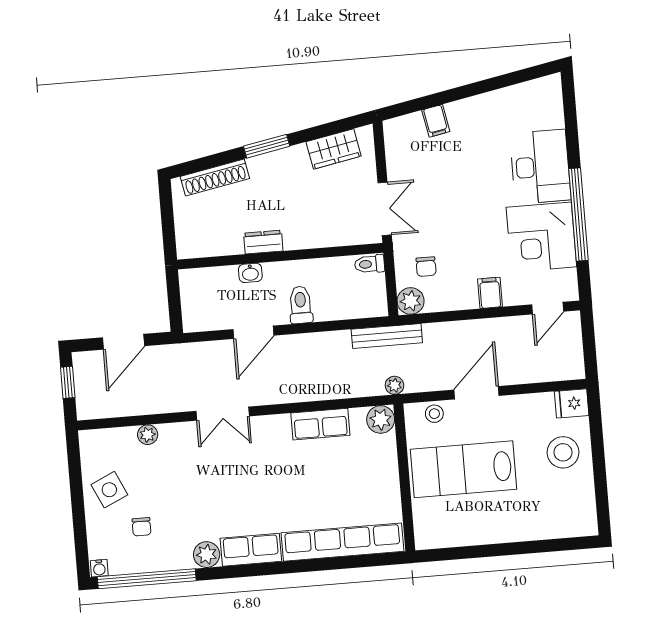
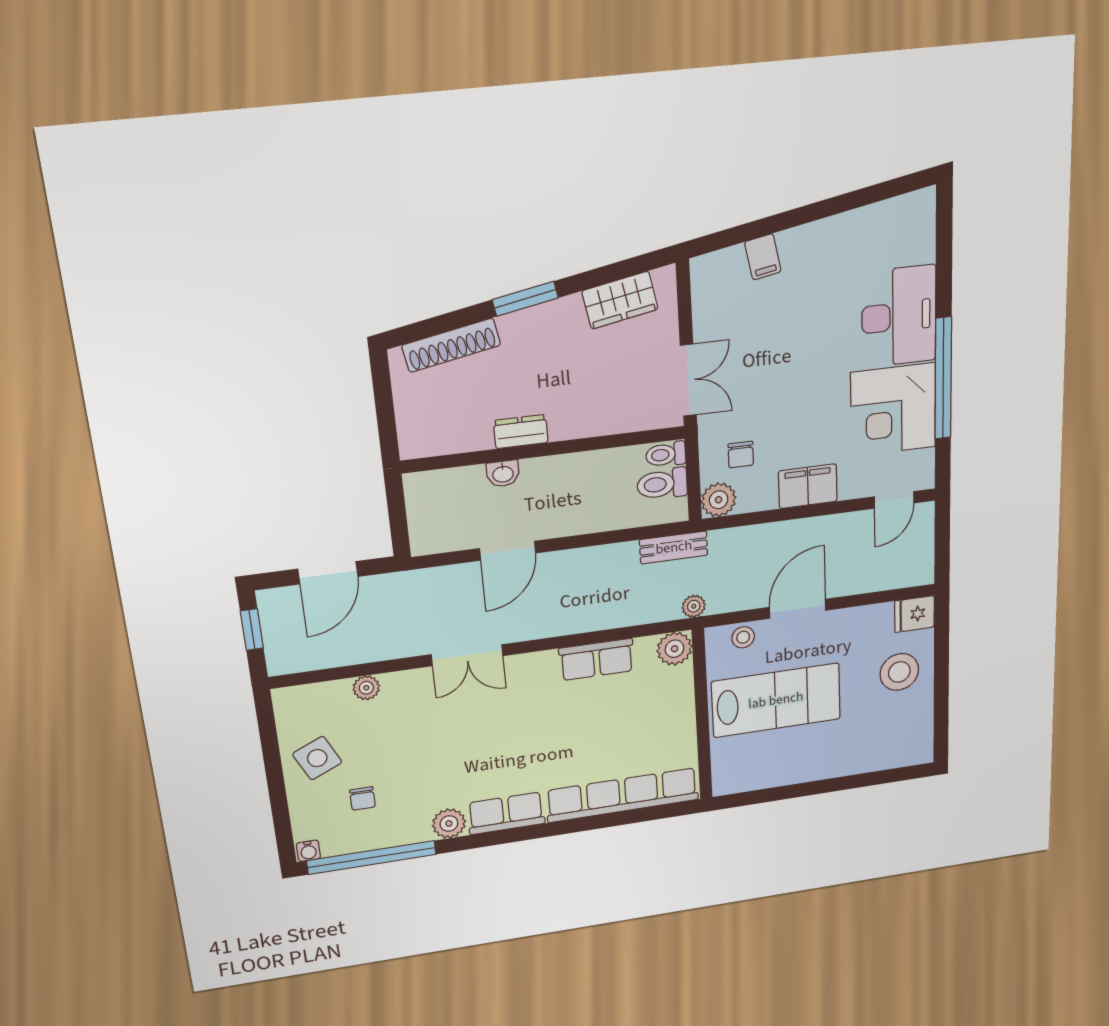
filing cabinet: (490, 293) -> (808, 486), width x2.00
toilet: (301, 305) -> (662, 484), moved, turned -90
bench: (387, 336) -> (674, 547), width x0.73
lab bench: (463, 469) -> (776, 700), turned 180

